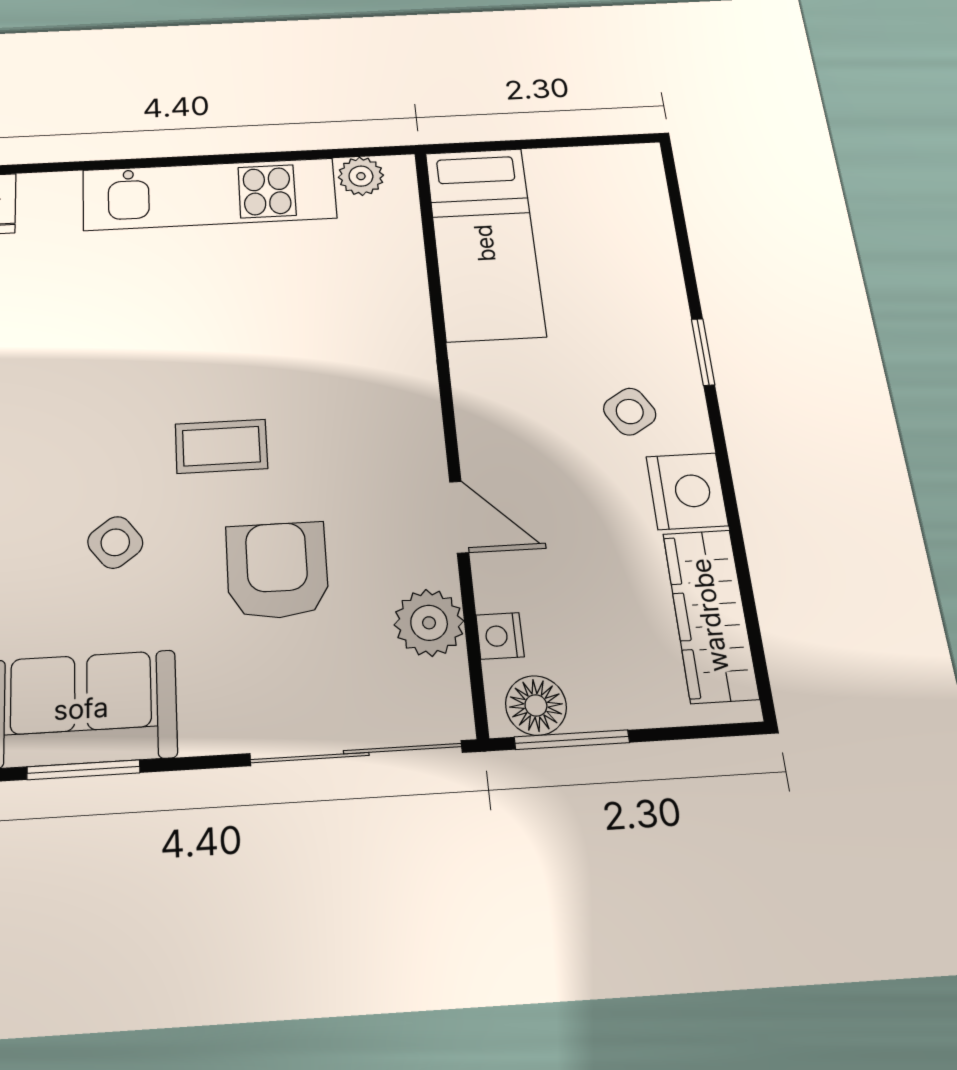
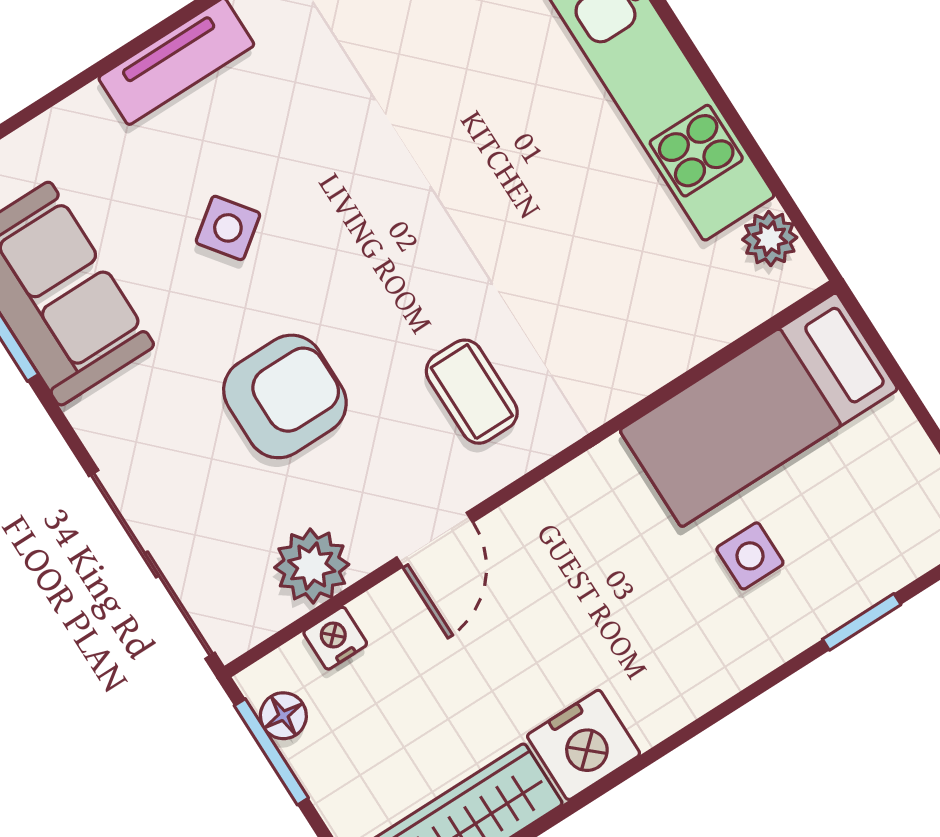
window: (703, 352) -> (862, 622), moved
side table: (630, 412) -> (750, 556), moved, turned 31
coffee table: (221, 446) -> (472, 392), moved
floor lamp: (536, 705) -> (283, 716), width x0.73, depth x0.73

